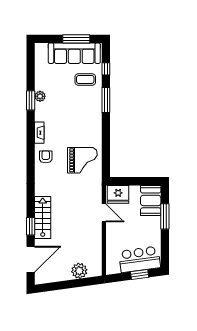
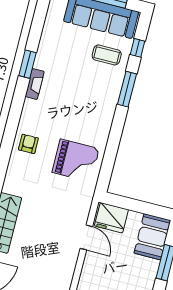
plant: (40, 96) -> (41, 62), removed
fireplace: (39, 133) -> (35, 84), moved

